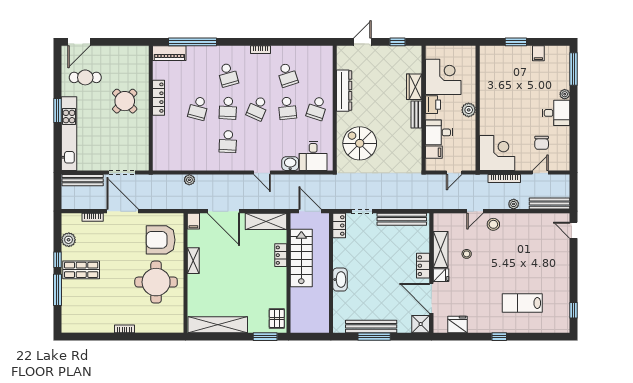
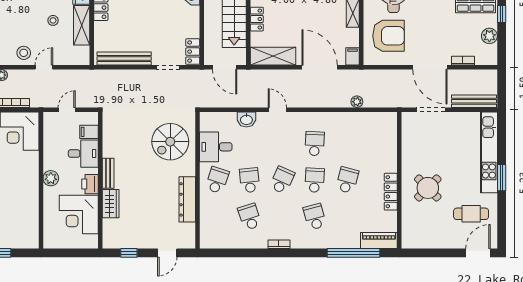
spiral stairs: (360, 143) -> (170, 142), turned 90
desk: (313, 156) -> (216, 147), moved, turned -90

